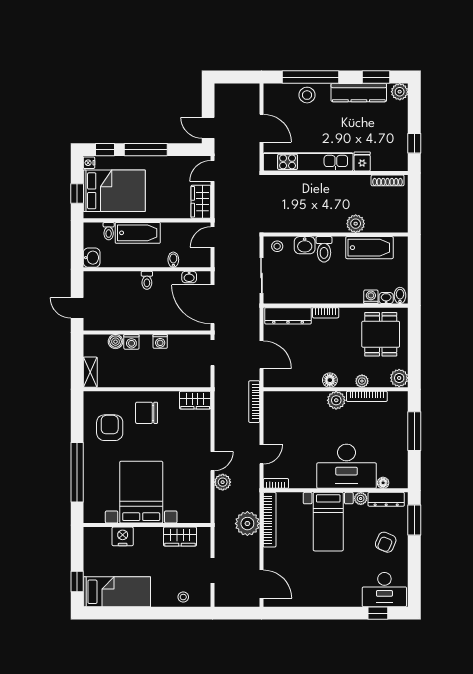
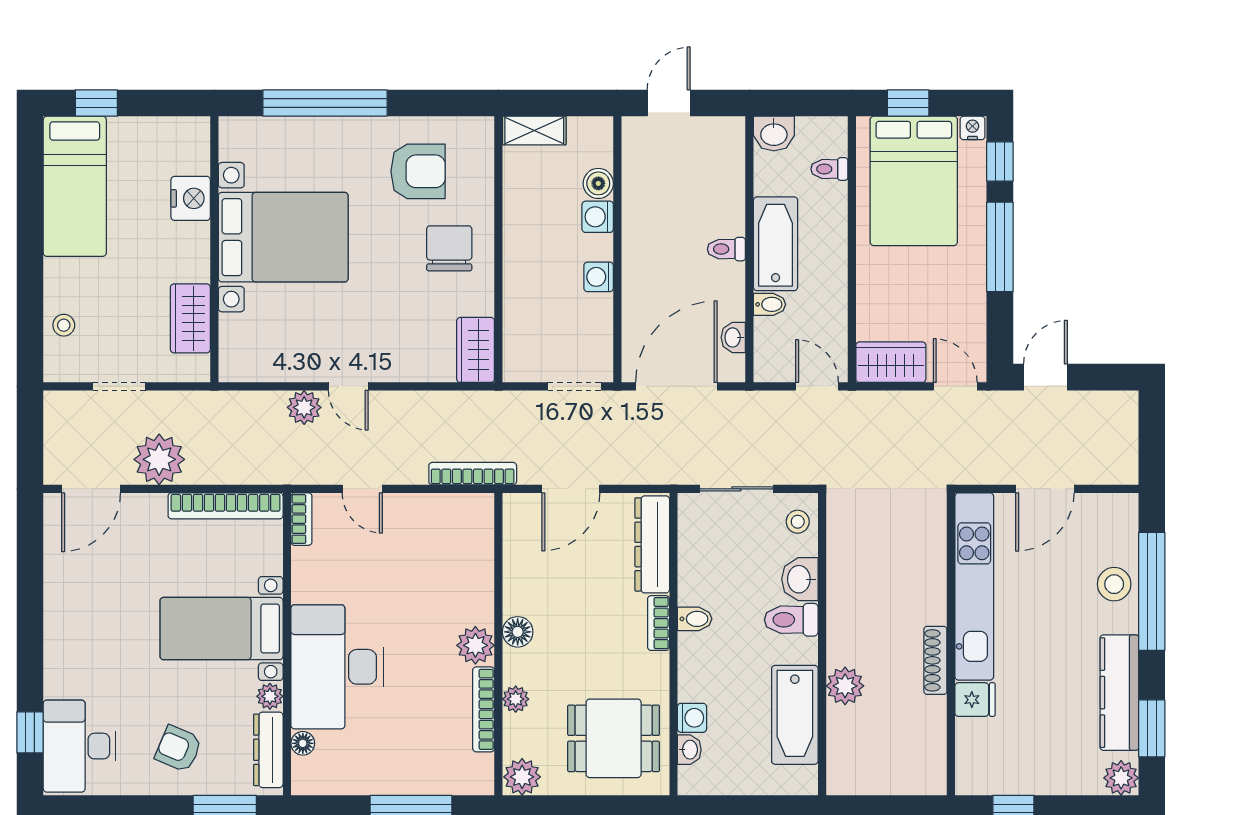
shoe rack: (388, 180) -> (935, 660), moved
bathtub: (138, 233) -> (776, 244), moved, turned 180
bidet: (400, 295) -> (695, 619), moved
plant: (247, 524) -> (159, 459), moved

